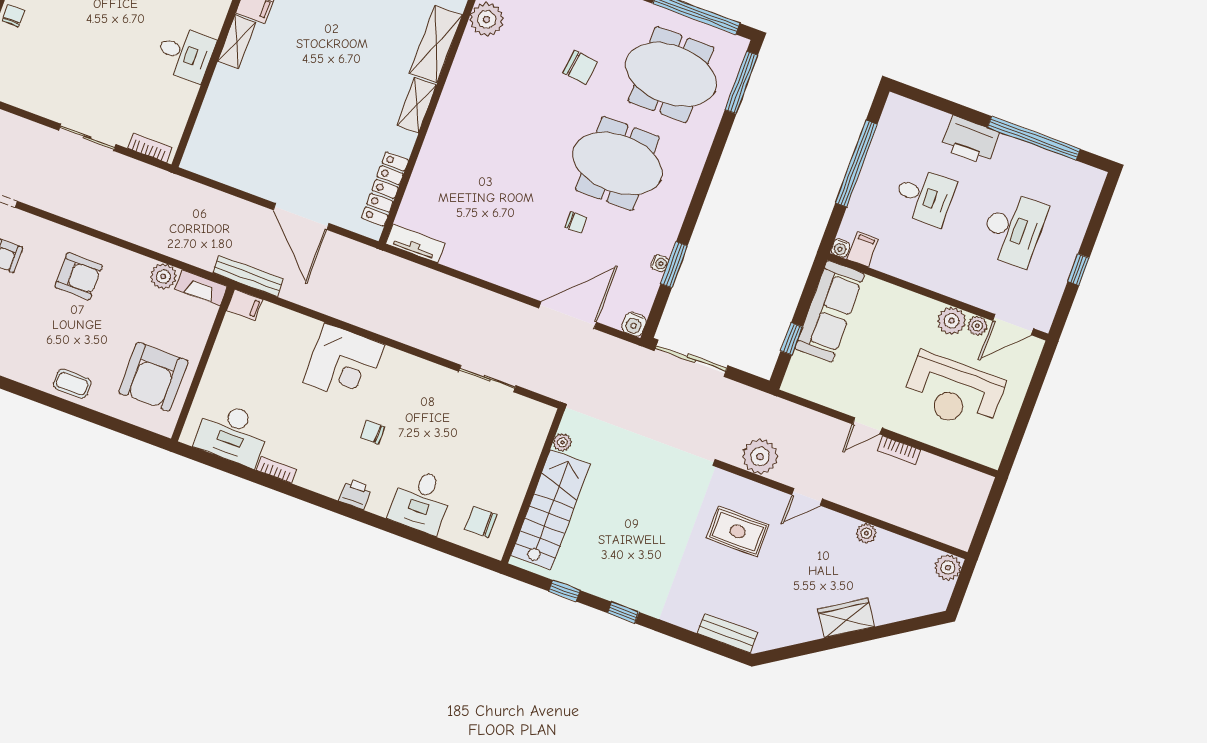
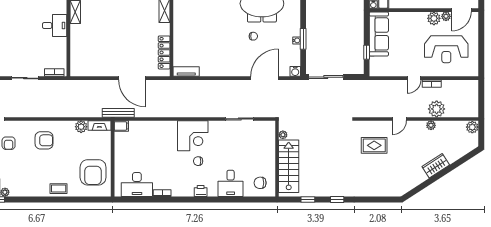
corner desk: (344, 364) -> (193, 136), moved
plant: (760, 456) -> (437, 109), moved
bench: (727, 633) -> (386, 192), removed

